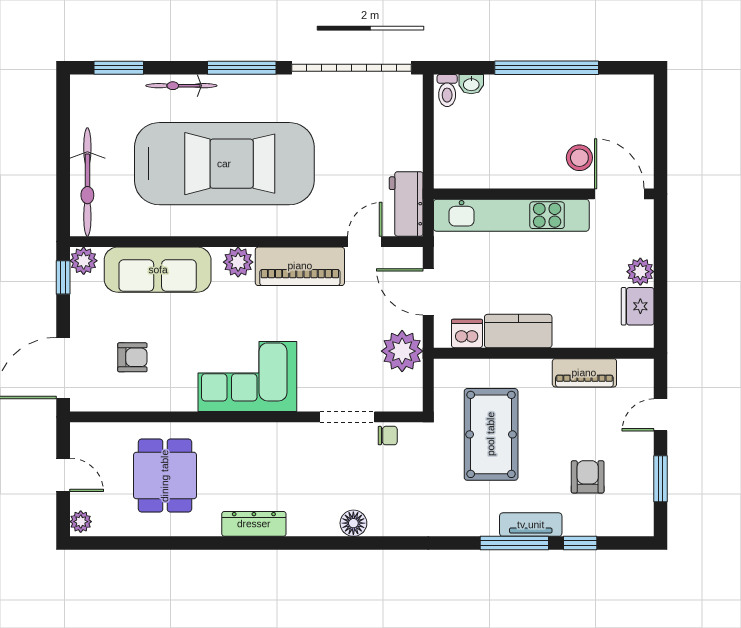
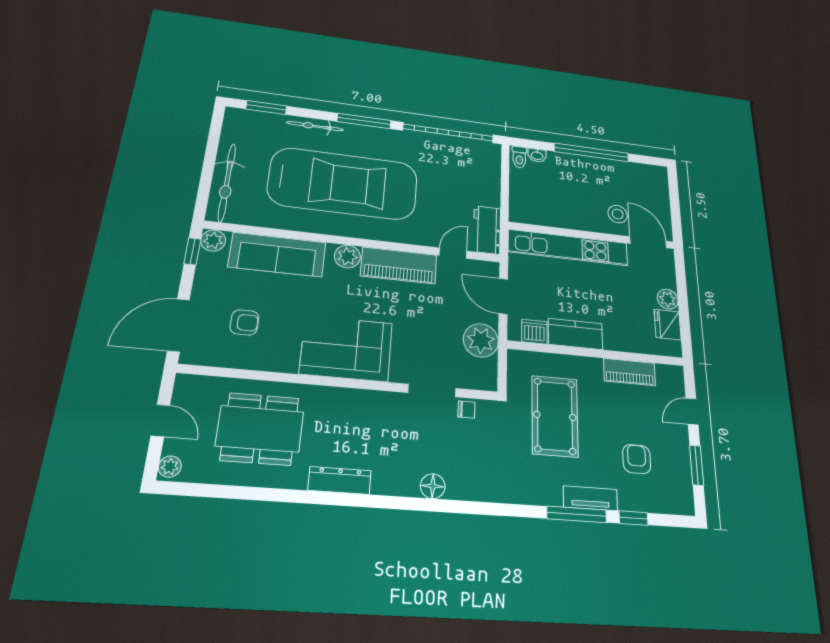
dining table: (165, 476) -> (260, 429), width x1.38

